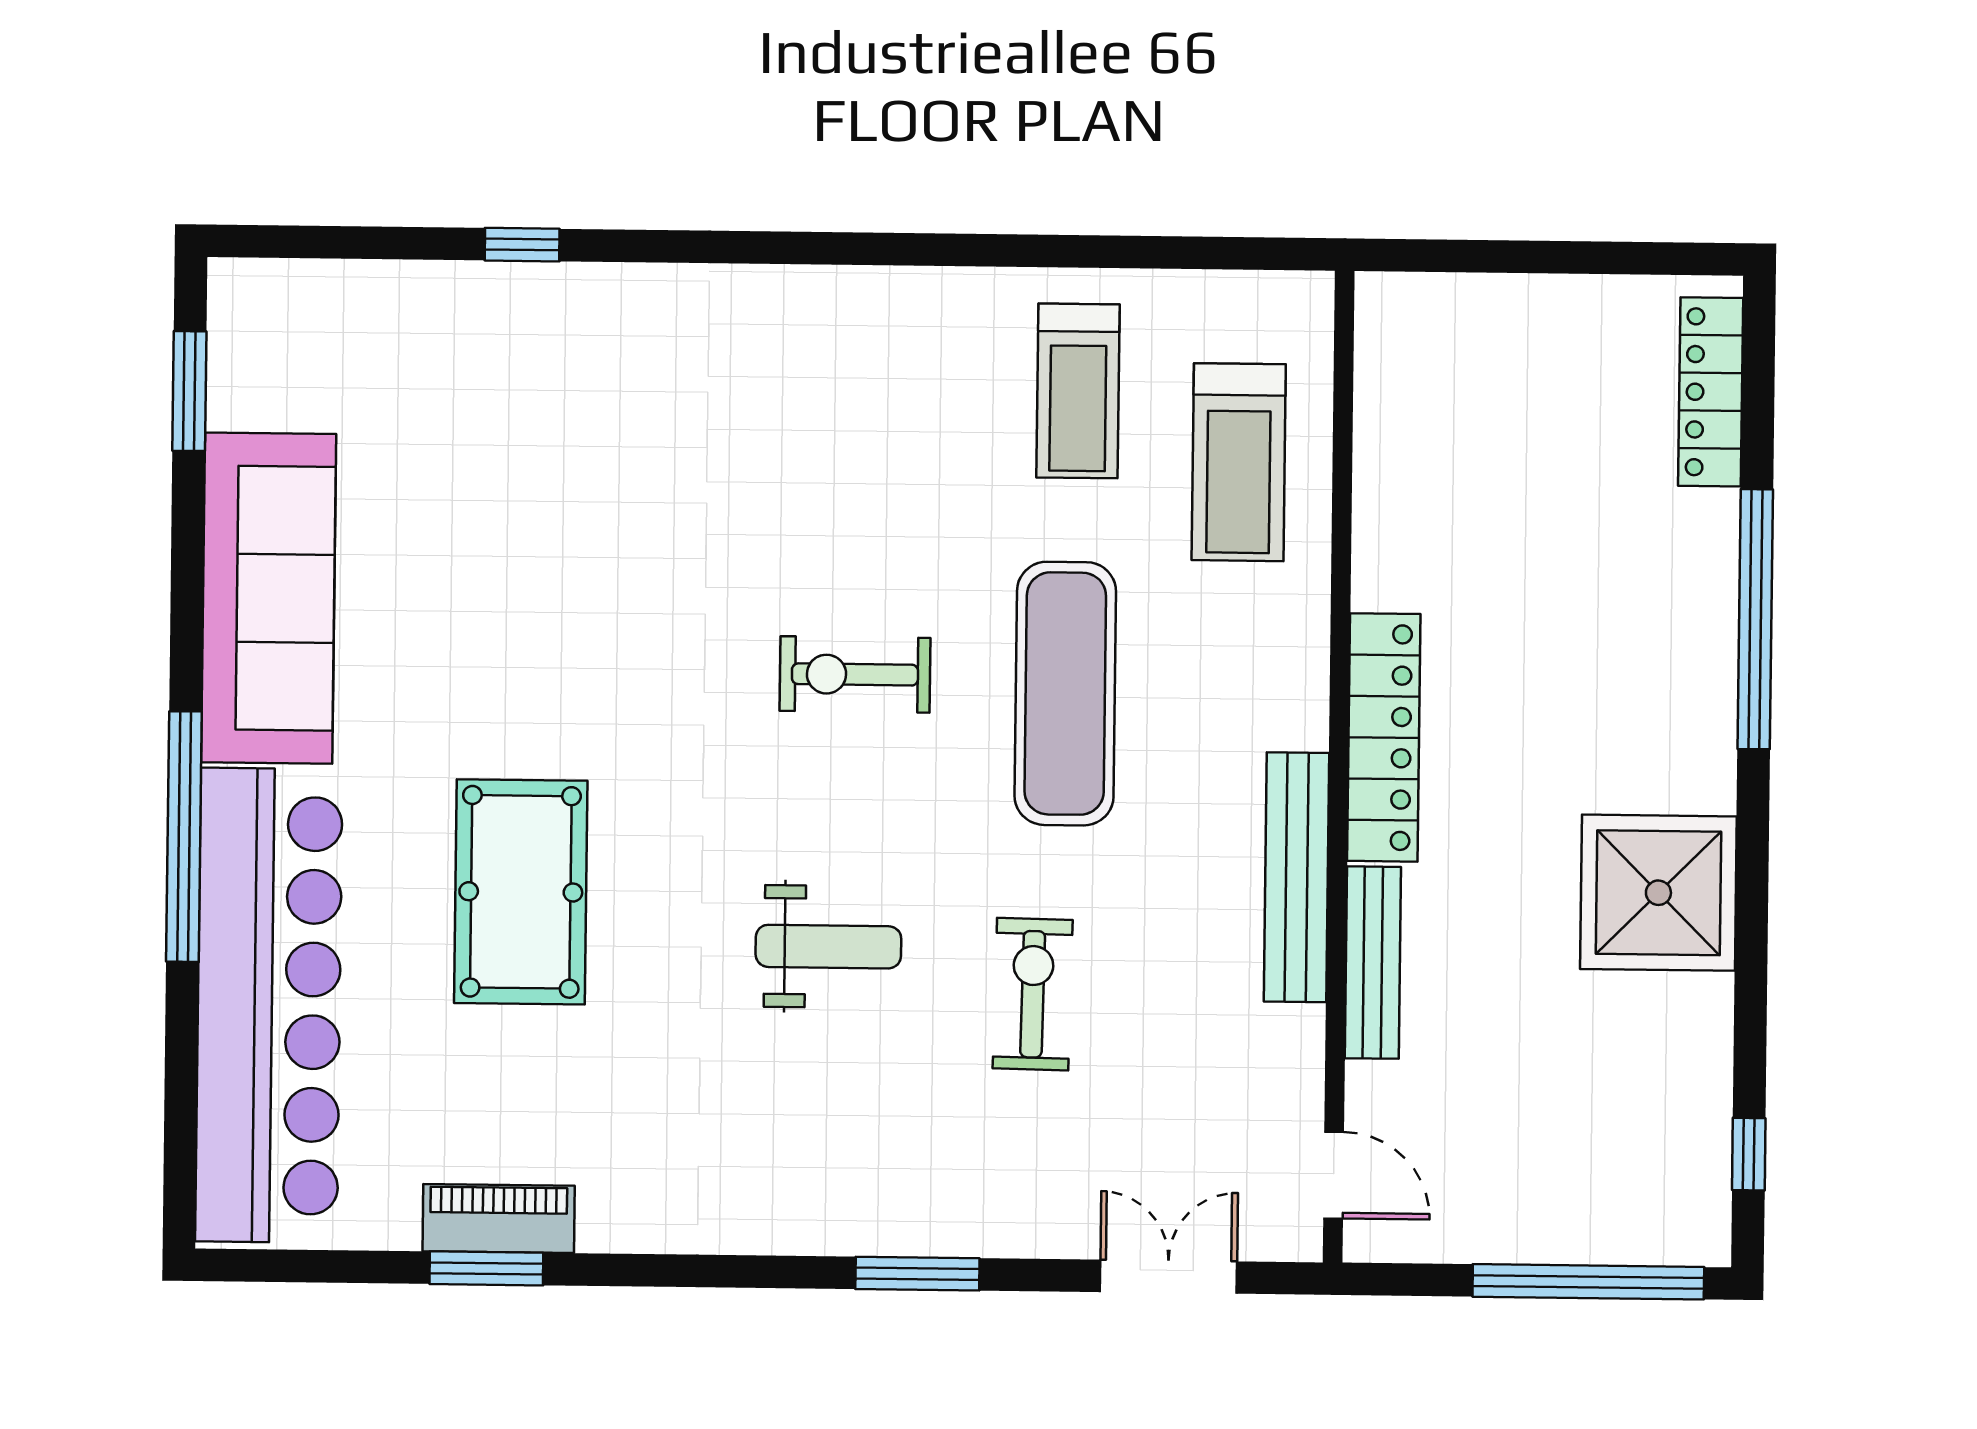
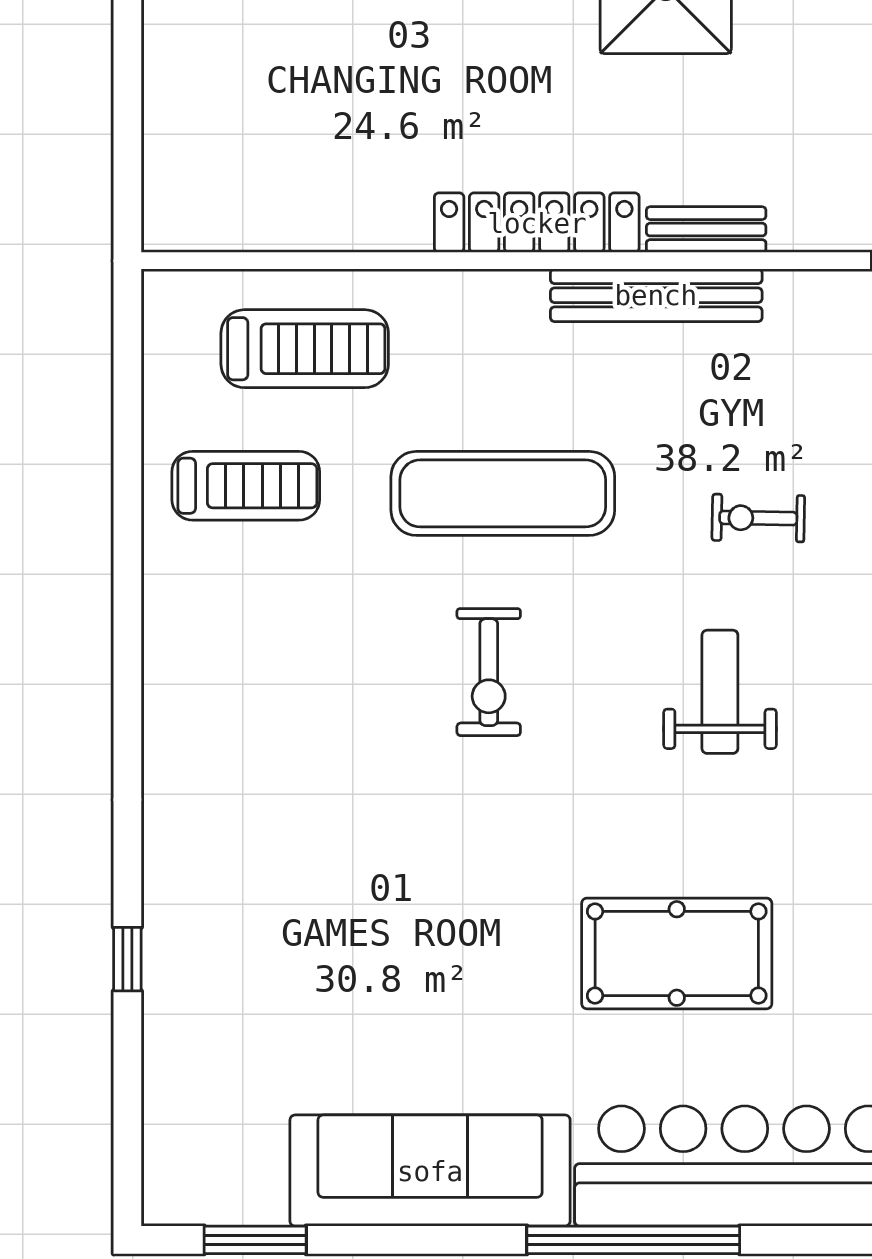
bench: (1373, 963) -> (706, 230), width x0.73
exercise bike: (1033, 994) -> (758, 518), width x0.73, depth x0.72

